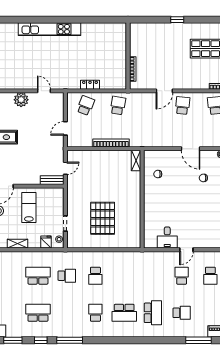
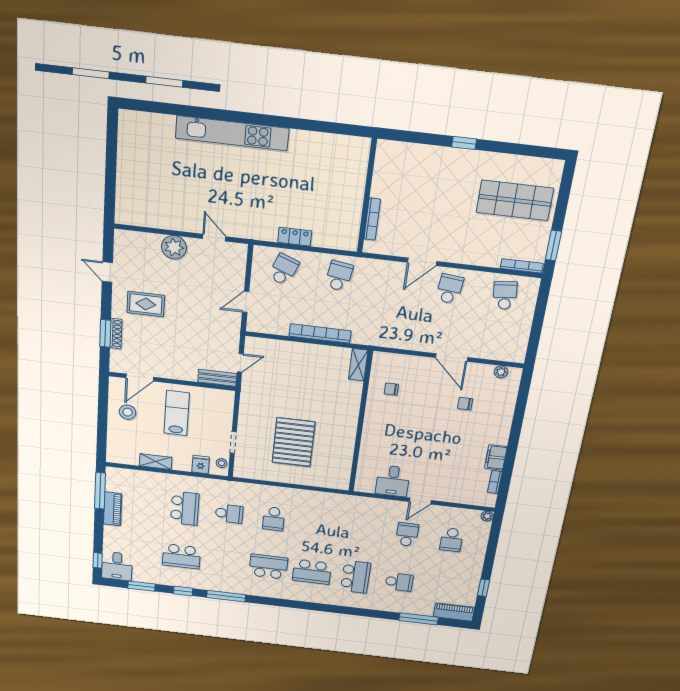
school desk: (38, 276) -> (185, 508), turned 90
school desk: (38, 313) -> (181, 556), turned 180
school desk: (95, 313) -> (268, 567), width x1.85

